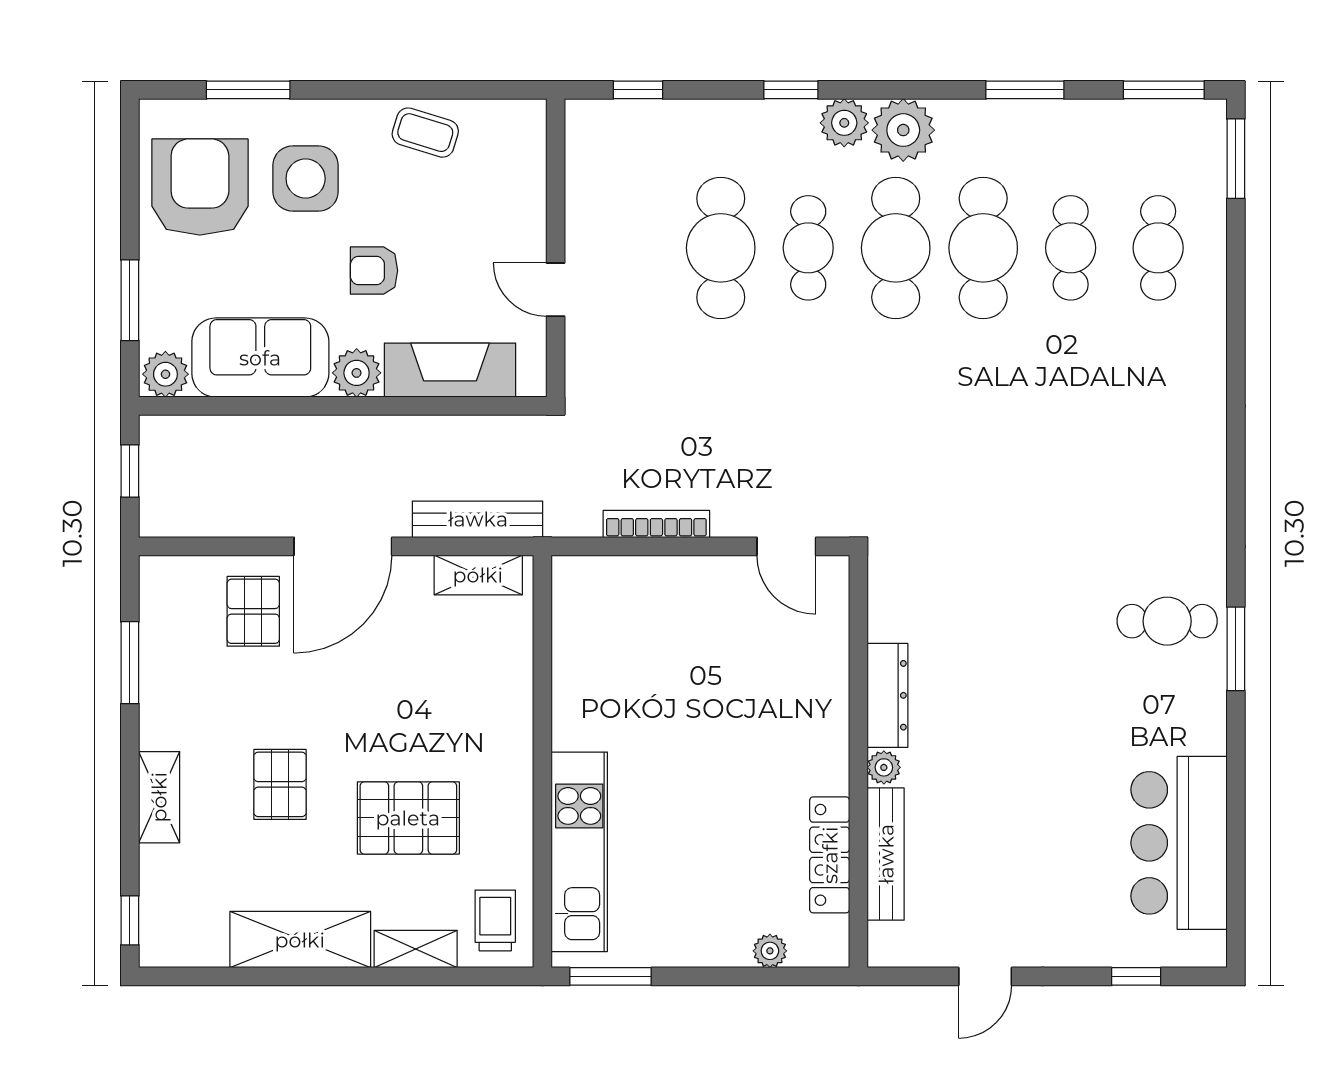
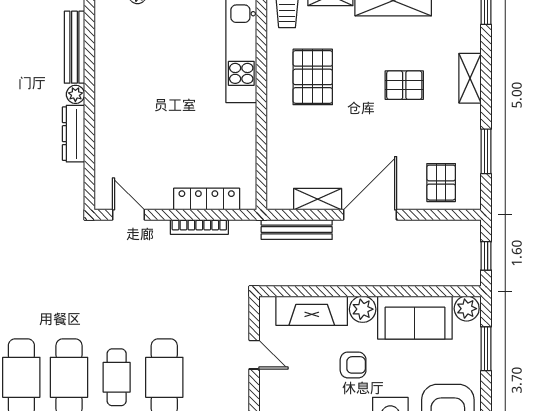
shelving: (478, 575) -> (318, 199), moved
pallet: (253, 611) -> (441, 183), moved
pallet: (280, 784) -> (404, 85), turned 90
pallet: (408, 818) -> (313, 77), moved, turned 90
locker: (830, 855) -> (207, 199), moved, turned -90

